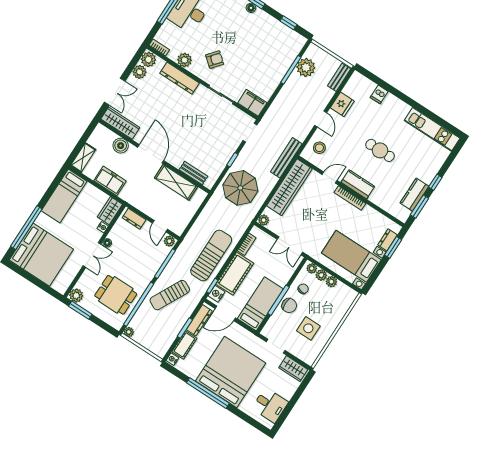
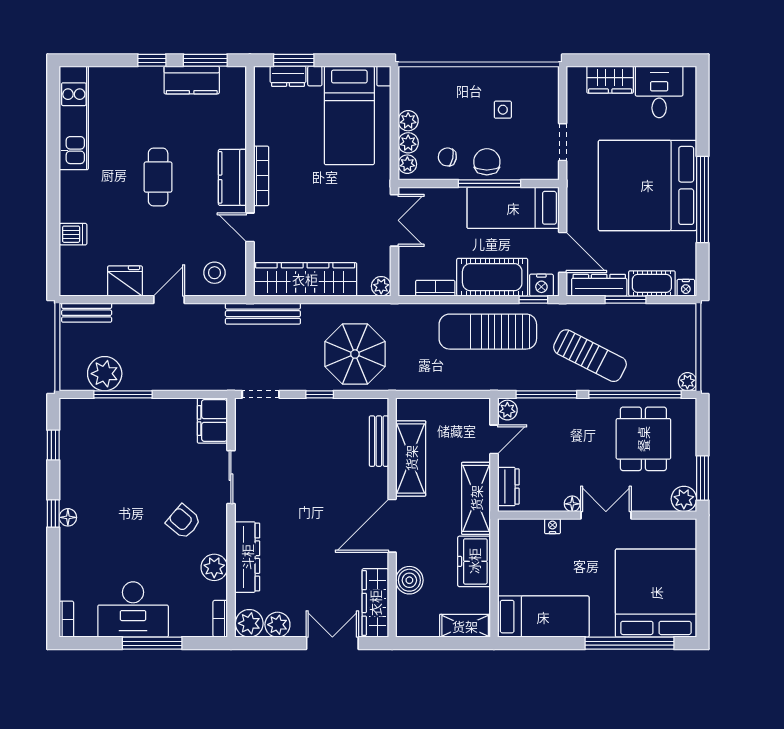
shelving: (138, 200) -> (476, 498), added
wardrobe: (110, 211) -> (520, 532), removed
side table: (308, 328) -> (503, 110), width x0.54, depth x0.54
wardrobe: (293, 369) -> (610, 80), moved, turned 90

